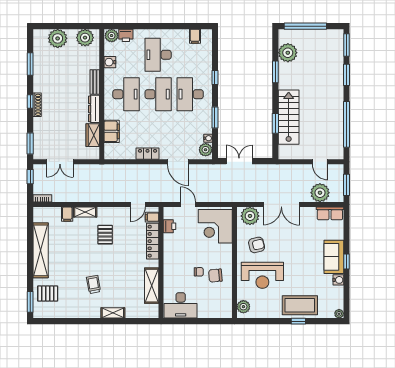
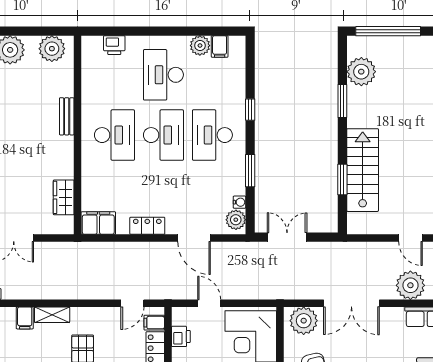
plant: (112, 36) -> (200, 46), moved
water cooler: (110, 62) -> (90, 86), removed
dresser: (94, 109) -> (66, 157), removed
filing cabinet: (112, 131) -> (98, 223), moved, turned -90

